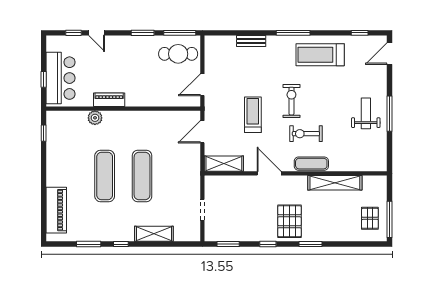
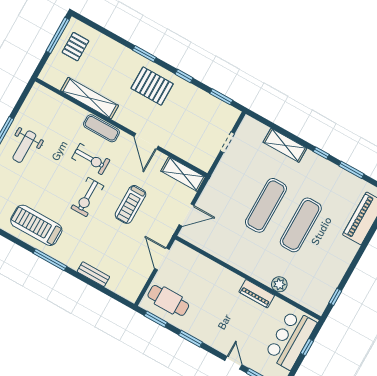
window: (180, 33) -> (156, 319), width x0.69
treadmill: (320, 55) -> (36, 225), turned 180
door: (202, 85) -> (162, 259), swing flipped
pallet: (289, 221) -> (152, 86), turned 90

